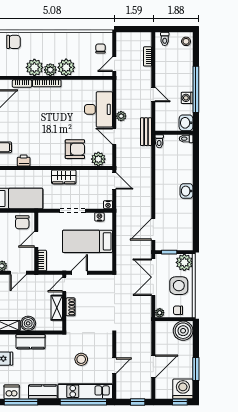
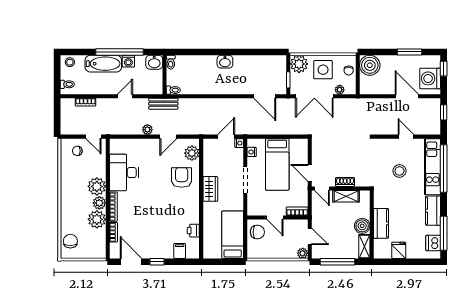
bathtub: (185, 74) -> (103, 64), added
desk: (99, 109) -> (124, 173), moved, turned -90
door: (114, 181) -> (226, 137), moved
plant: (160, 313) -> (340, 90), moved
washing machine: (183, 389) -> (430, 78), moved

